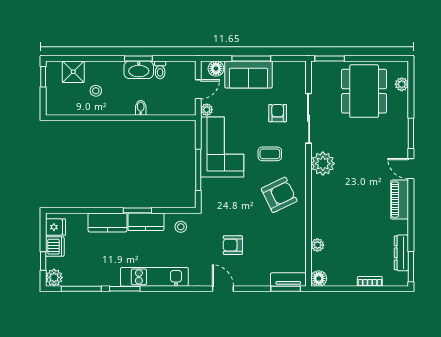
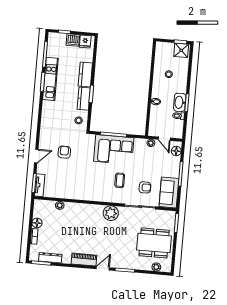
shower: (73, 72) -> (181, 50), moved
sofa: (249, 75) -> (169, 193), moved
corner sofa: (222, 147) -> (114, 150), moved
armchair: (279, 195) -> (93, 184), removed
plant: (54, 277) -> (54, 38), removed
kitchen unit: (154, 277) -> (50, 79), moved
floor lamp: (319, 279) -> (37, 223), moved
door: (223, 289) -> (36, 156), moved

